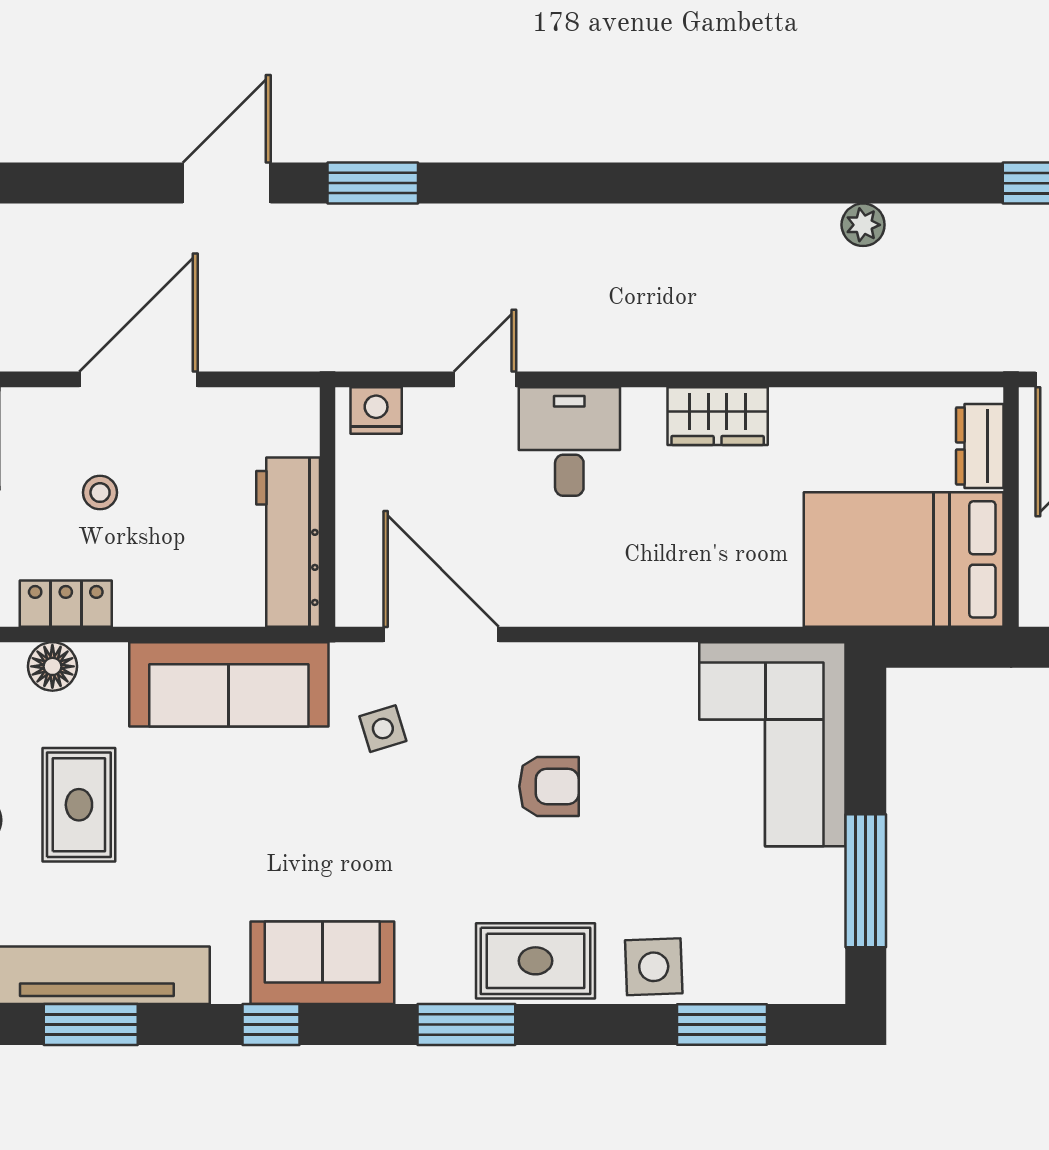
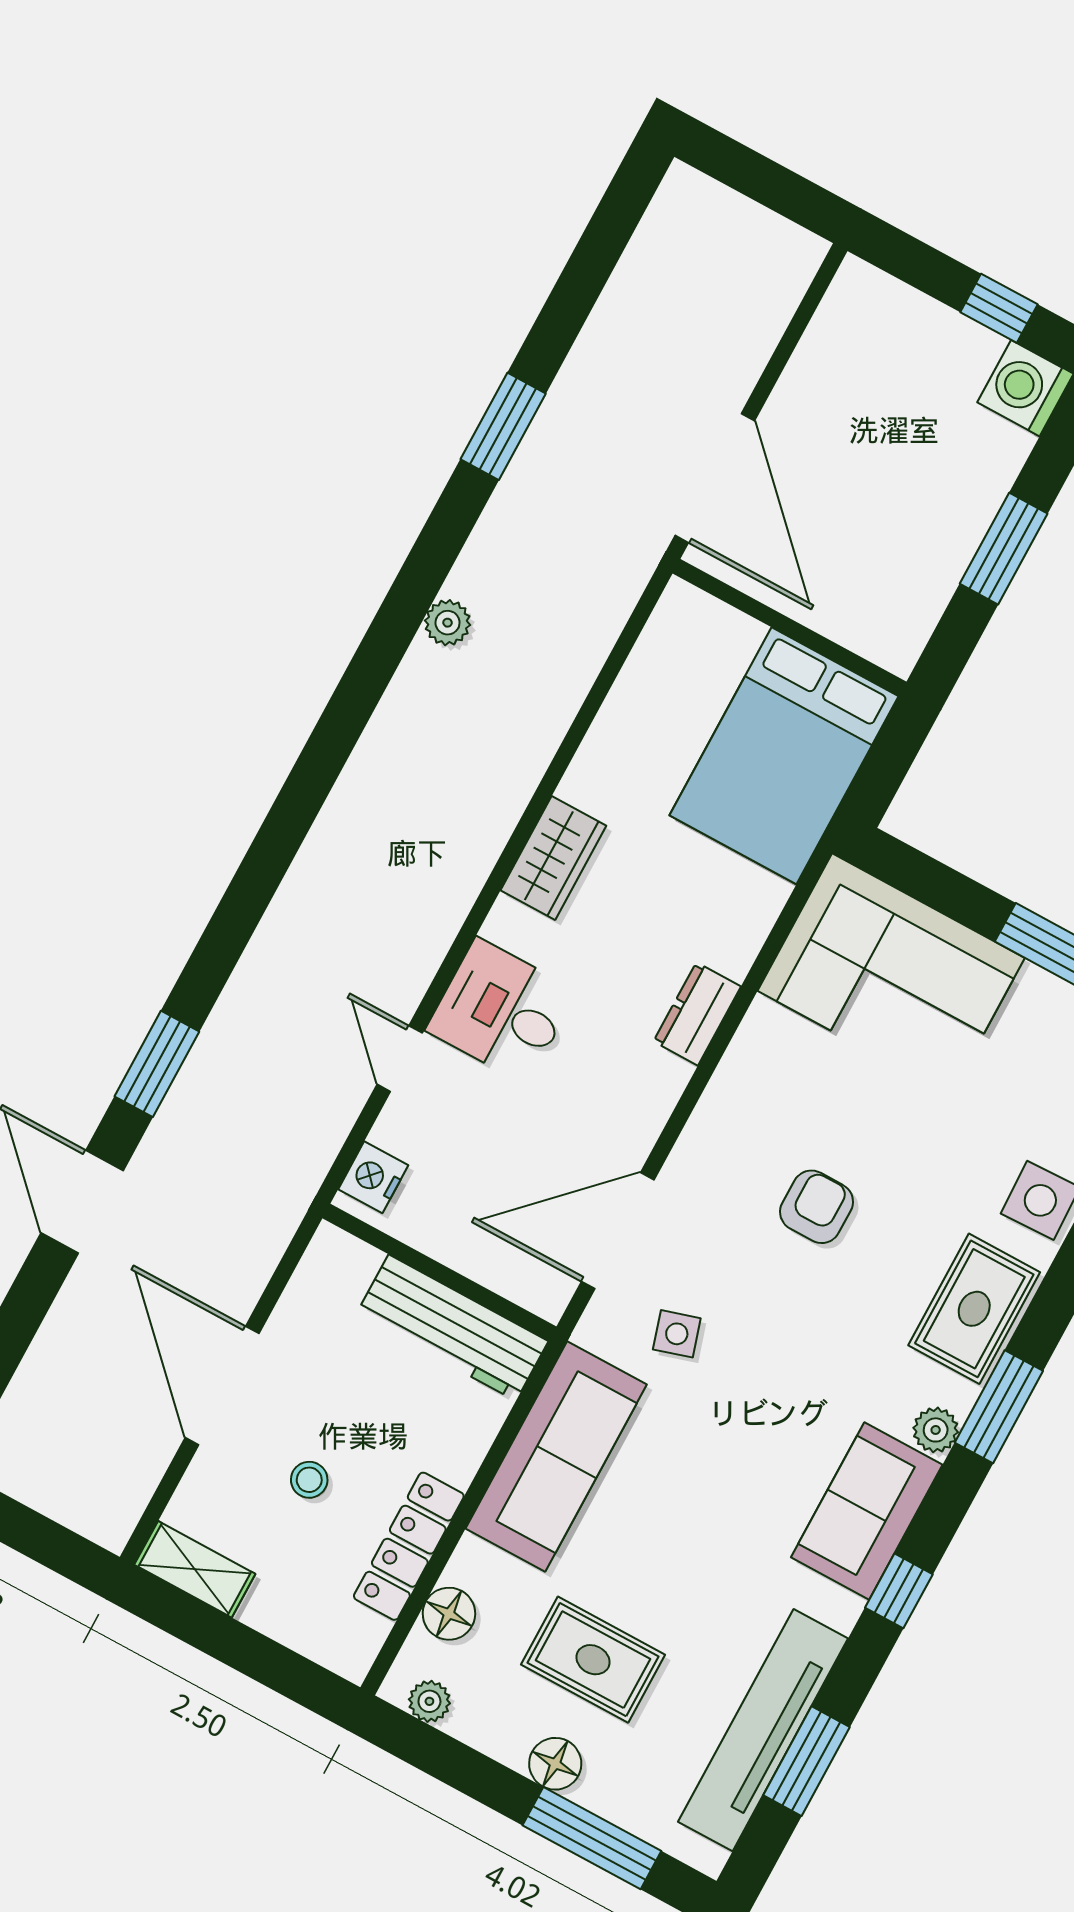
dresser: (980, 446) -> (697, 1014), moved, turned 90
locker: (66, 604) -> (409, 1546), width x1.53
plant: (419, 983) -> (936, 1430), added

